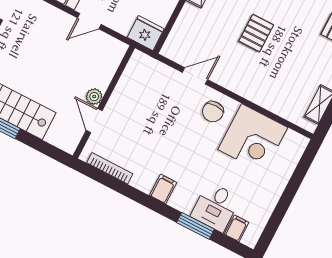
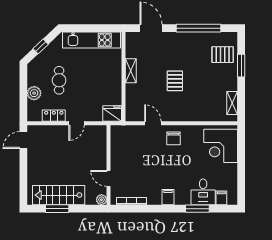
door: (195, 76) -> (153, 123), hinge flipped
plant: (94, 97) -> (101, 200), moved
corner desk: (253, 138) -> (221, 146), moved, turned 90

